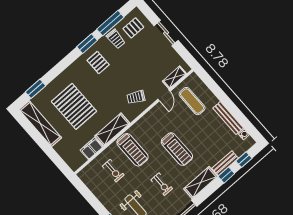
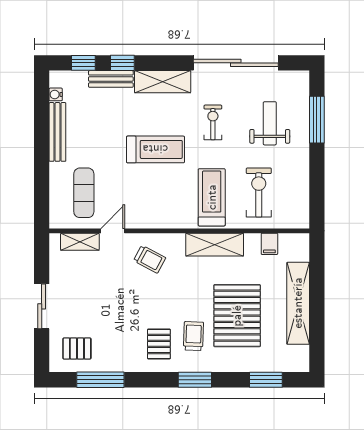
trolley: (116, 39) -> (194, 336), moved
window: (87, 44) -> (195, 380), moved
shelving: (40, 124) -> (298, 303), moved
filing cabinet: (92, 148) -> (269, 244), width x0.50
treadmill: (177, 149) -> (155, 149), turned 90
exercise bike: (113, 171) -> (259, 192), width x1.38, depth x1.39

